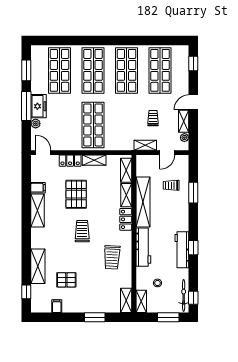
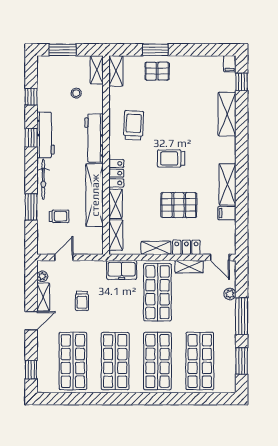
freezer: (39, 106) -> (122, 270), moved, turned -90
shelving: (145, 145) -> (189, 267), moved
pallet: (76, 194) -> (179, 205), turned 90
trolley: (82, 231) -> (171, 159), turned 90
pallet: (66, 280) -> (157, 71), moved
bicycle: (184, 295) -> (43, 179), moved
window: (193, 298) -> (31, 97), moved
filing cabinet: (57, 306) -> (230, 64), moved

